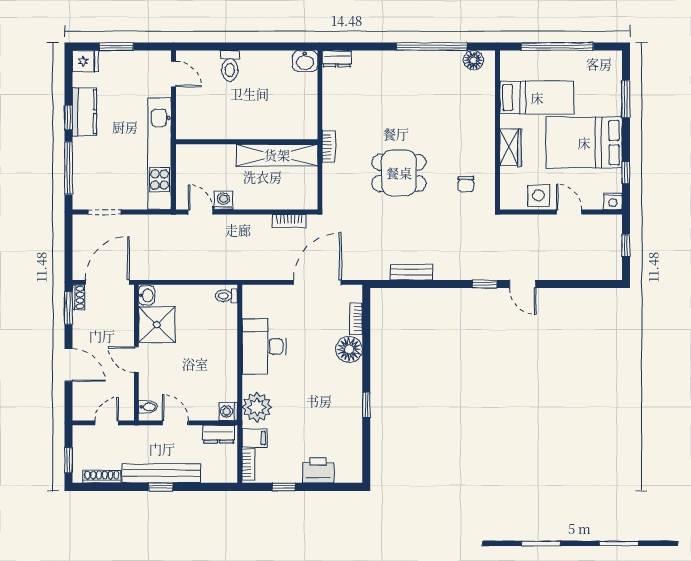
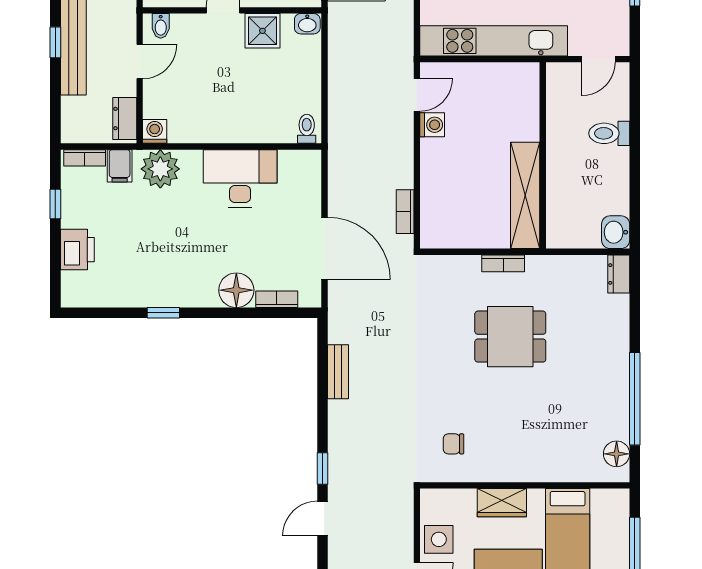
wall: (247, 142) -> (543, 155), moved
shelving: (277, 155) -> (525, 195), moved
dining table: (399, 173) -> (510, 337), moved, turned 90
shower: (157, 325) -> (262, 31), width x0.73, depth x0.73

